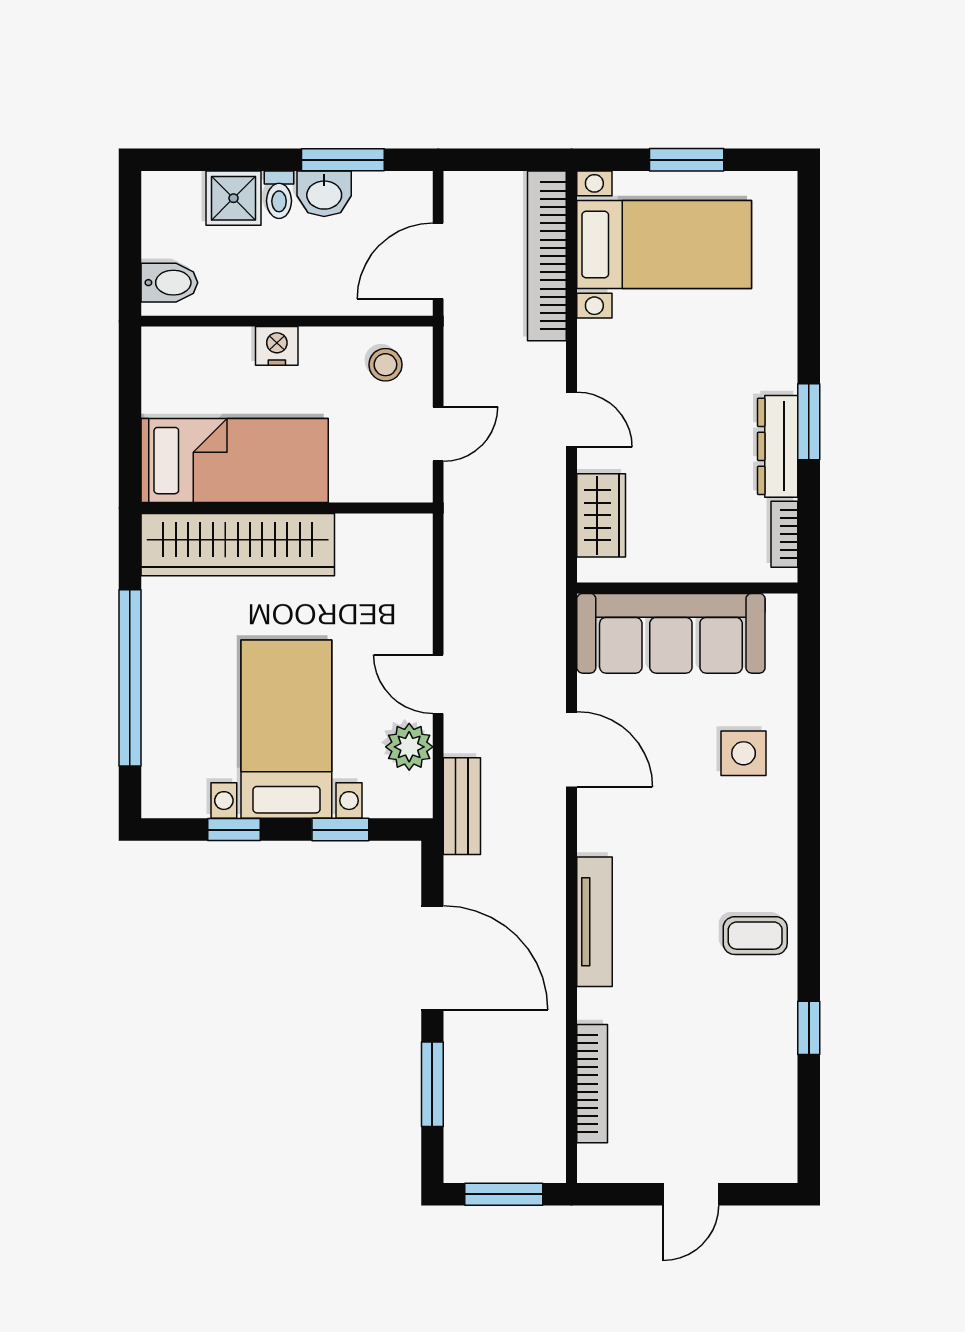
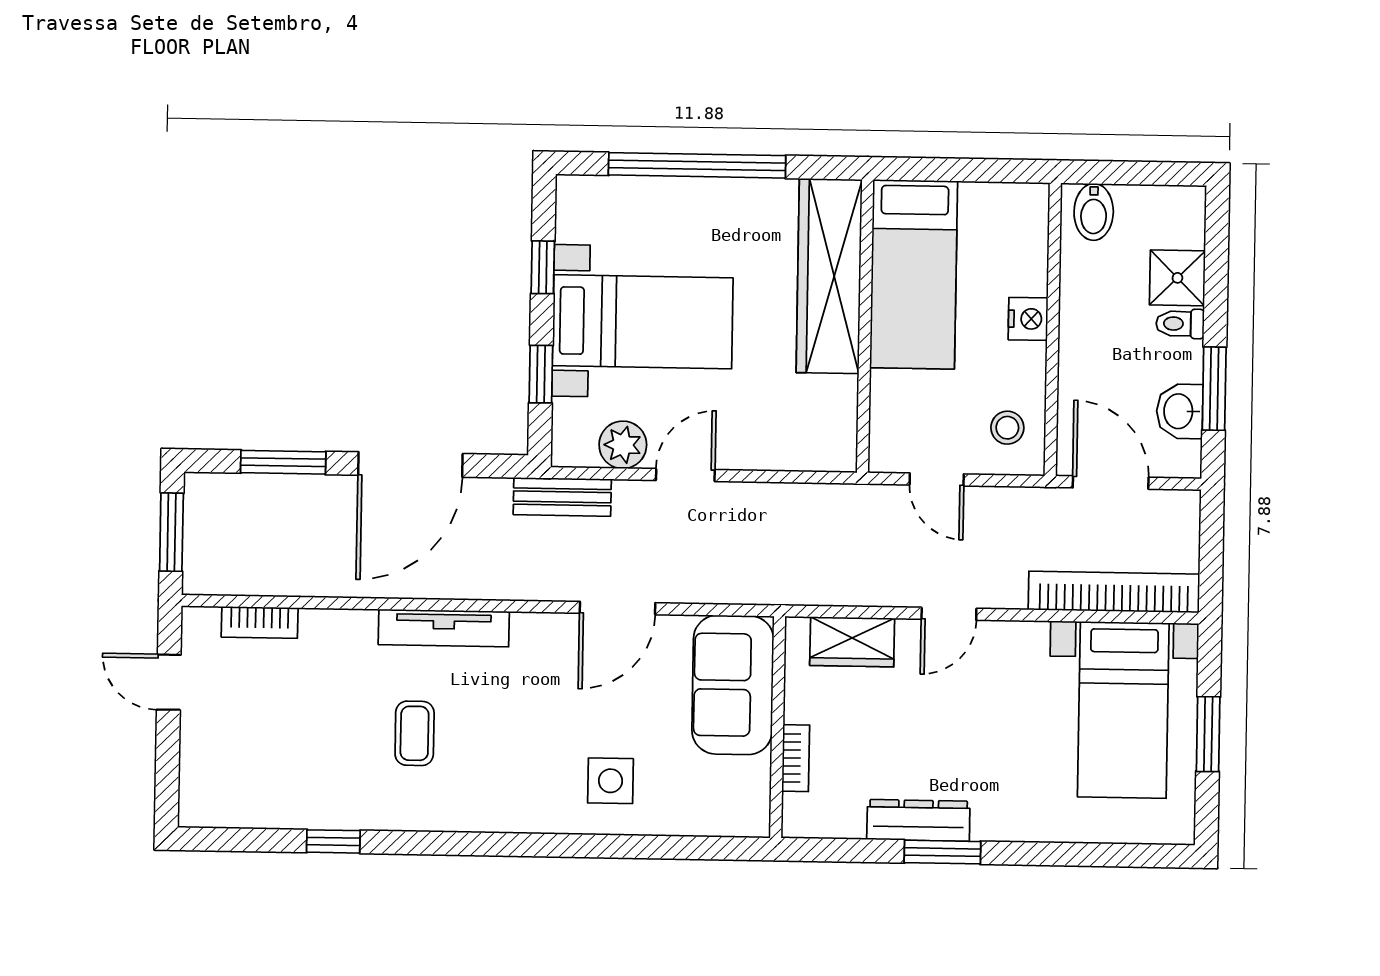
washbasin: (324, 194) -> (1180, 411), moved
bookcase: (784, 534) -> (796, 758), moved, turned 90
sofa: (671, 633) -> (733, 685), width x0.73
coffee table: (755, 936) -> (415, 733), moved
bookcase: (592, 1084) -> (260, 622), width x0.64
door: (691, 1194) -> (169, 682), moved

